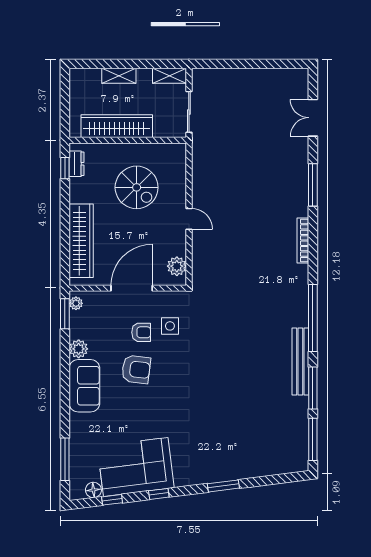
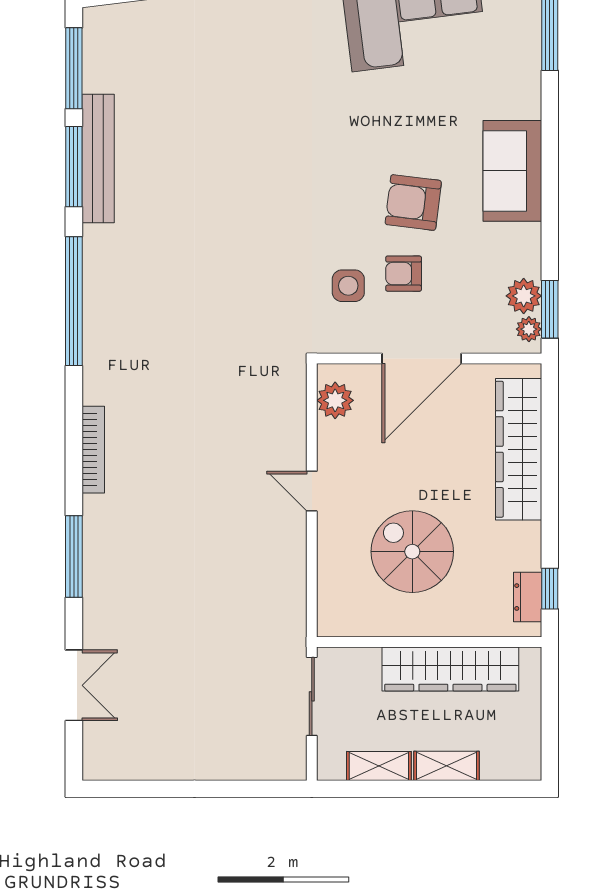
shelving: (170, 76) -> (379, 766), moved
plant: (79, 349) -> (524, 296), moved
bench: (300, 362) -> (98, 158), moved

